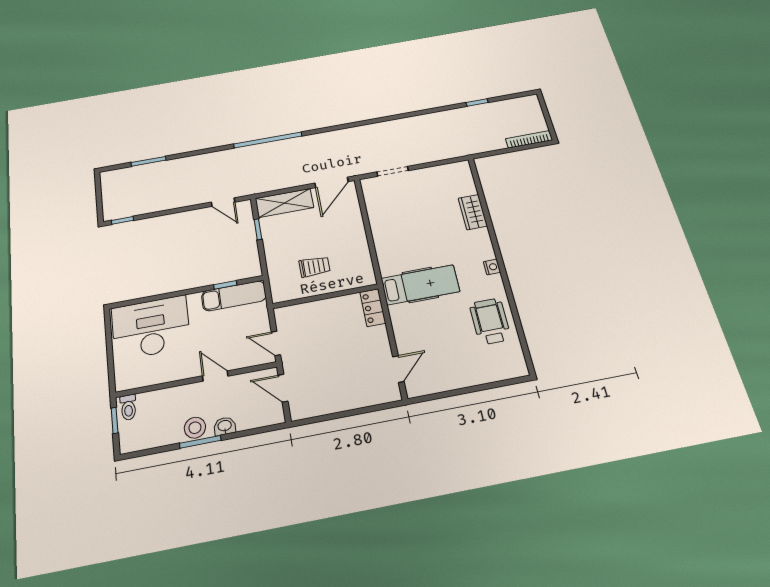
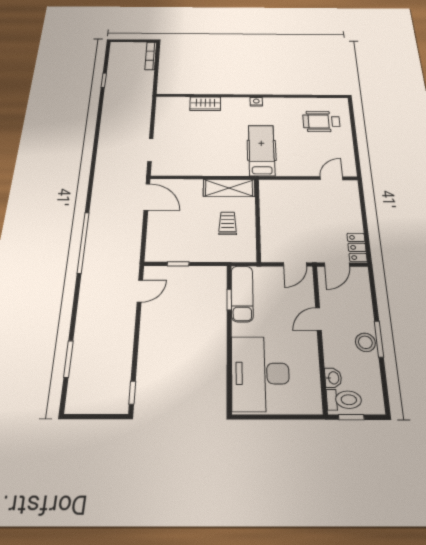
shelving: (284, 203) -> (229, 188), moved, turned 90
locker: (373, 308) -> (357, 247), moved, turned 90
wheelchair: (490, 321) -> (321, 121), moved
door: (398, 369) -> (332, 178), hinge flipped
toilet: (128, 407) -> (344, 400), width x1.37, depth x1.39
washbasin: (225, 426) -> (333, 378), moved, turned 180

